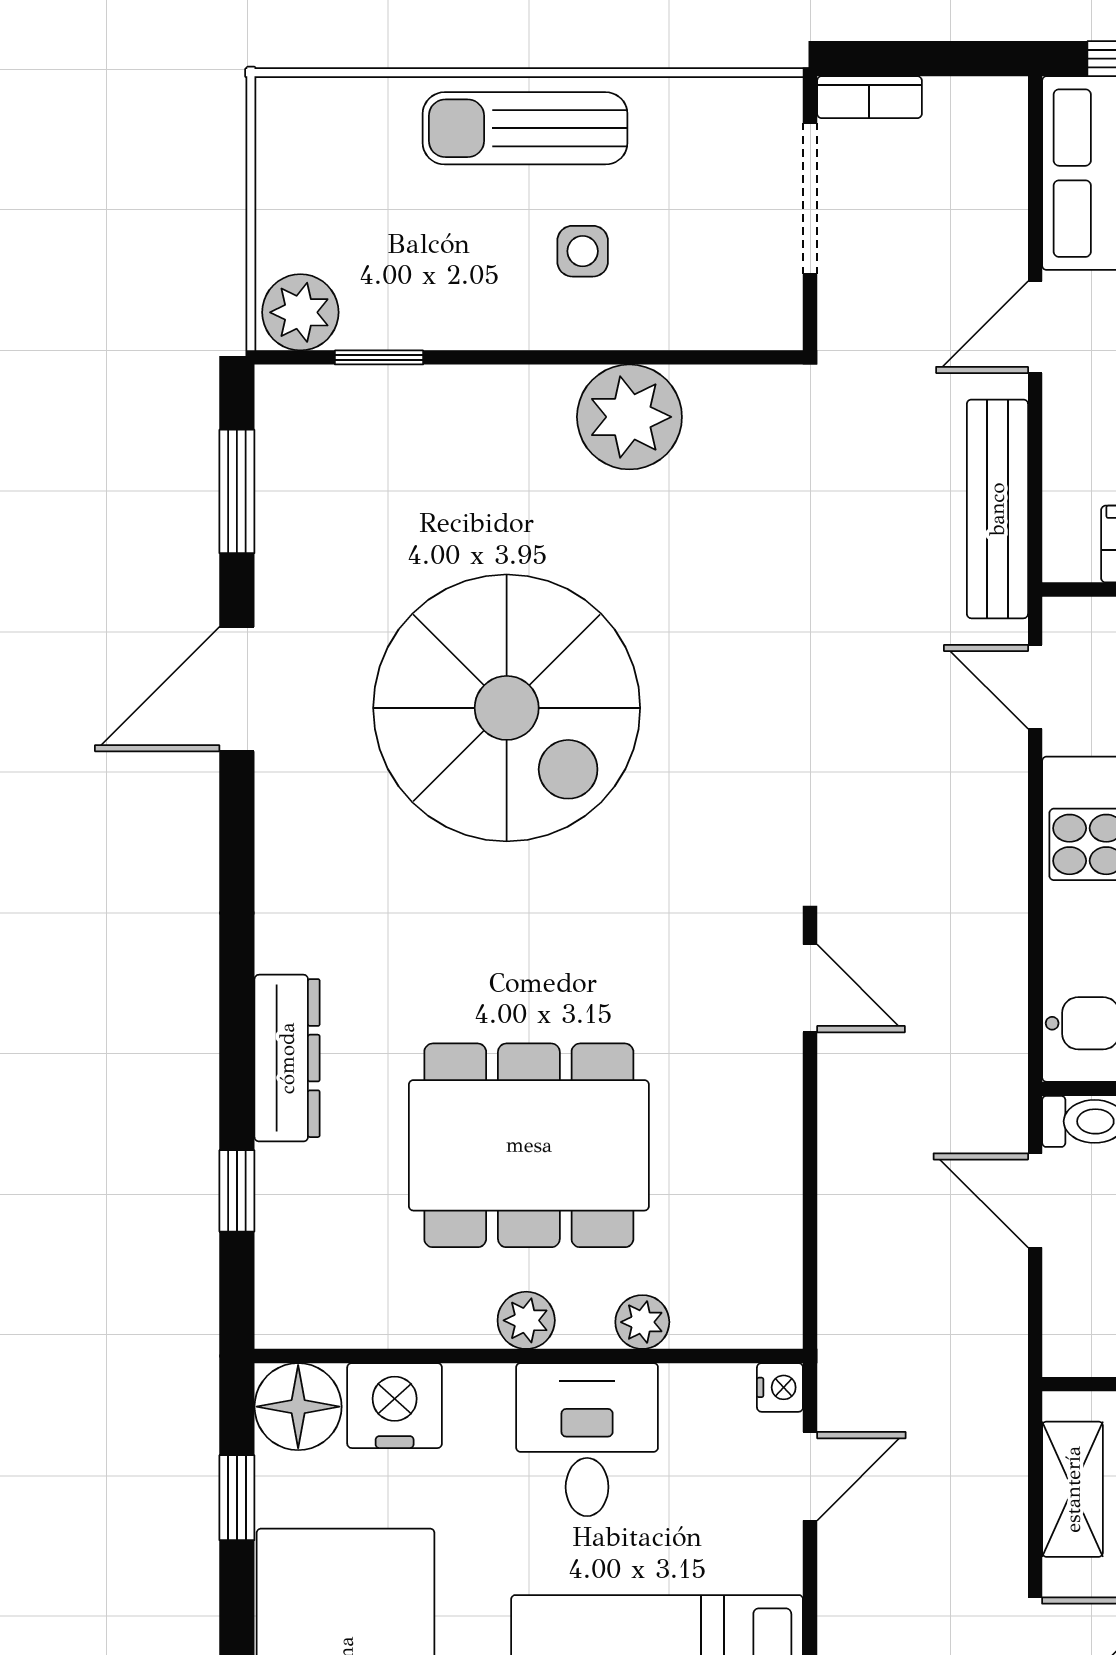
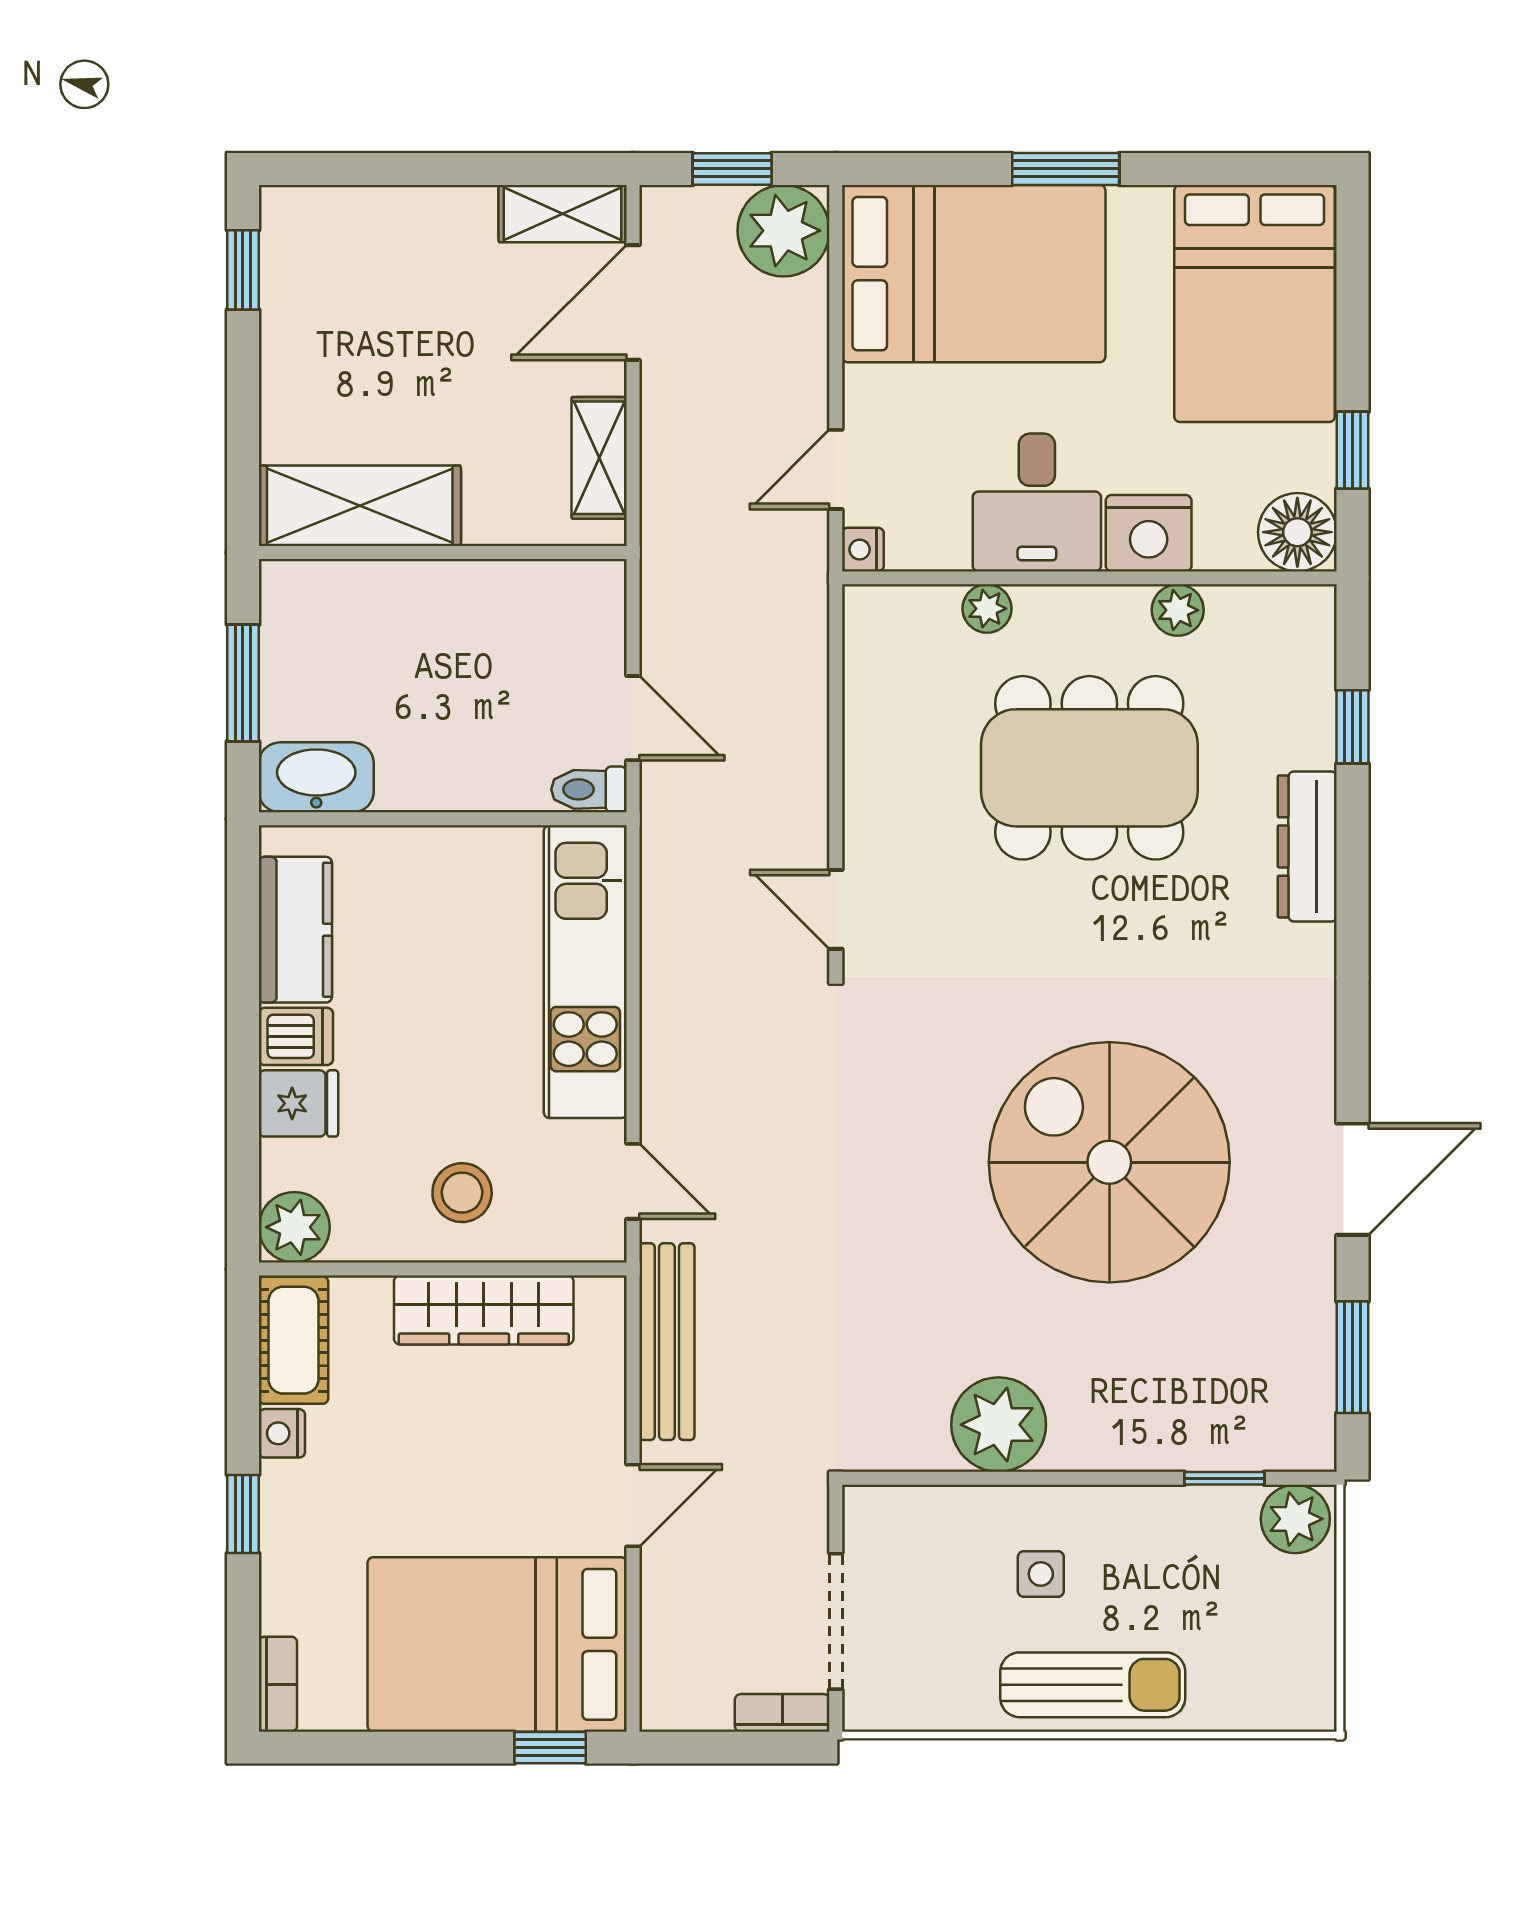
plant: (526, 1320) -> (1178, 610), moved
nightstand: (395, 1406) -> (1149, 533), moved

